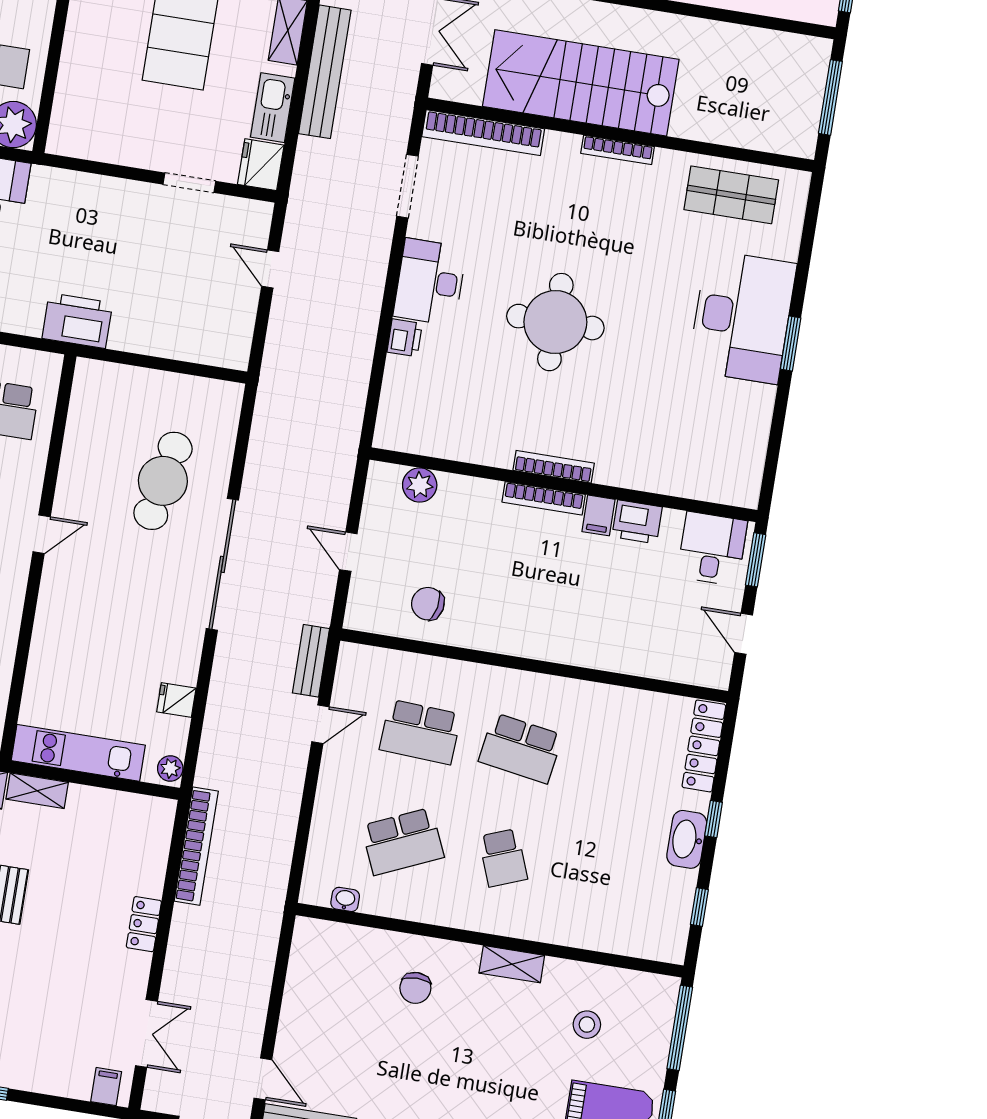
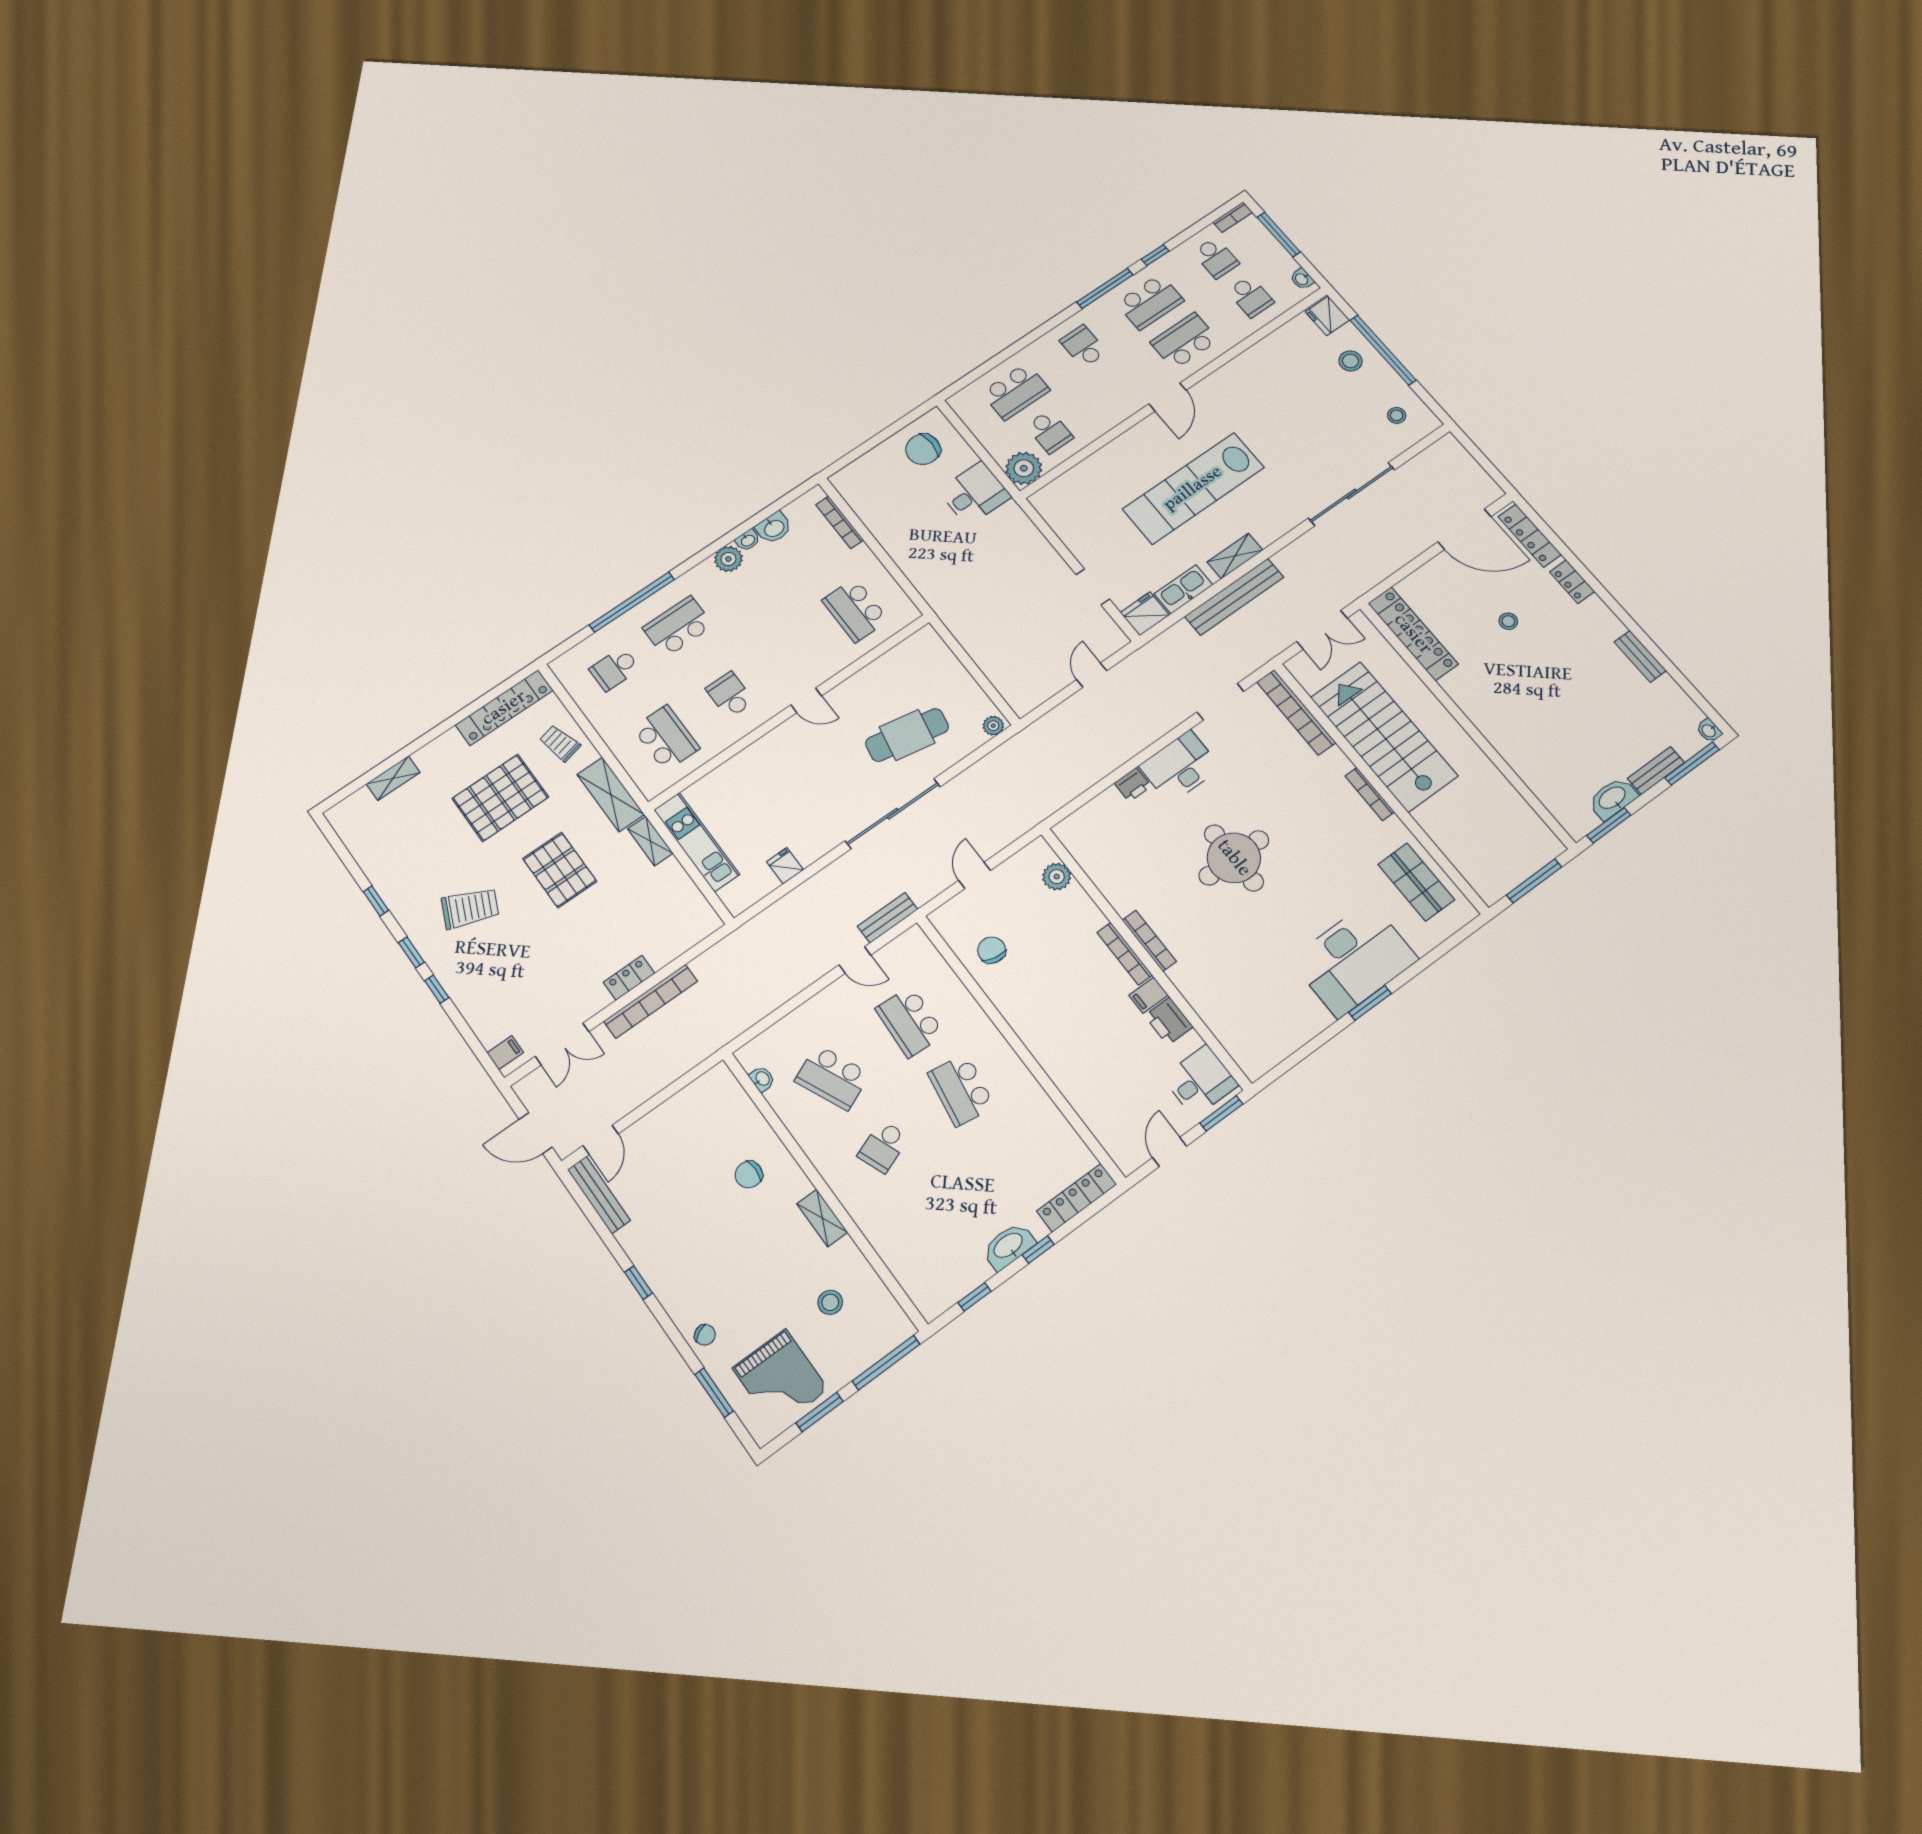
printer: (77, 321) -> (950, 603), removed
plant: (170, 768) -> (993, 726), moved
bookcase: (196, 846) -> (651, 1001), moved

